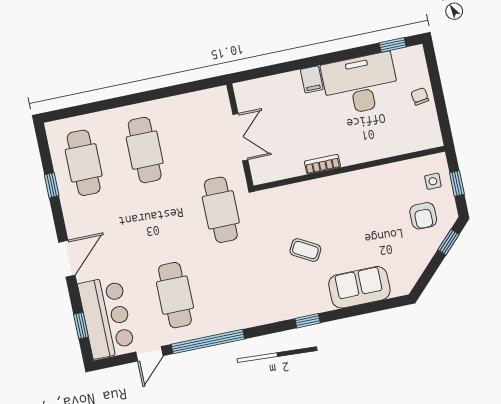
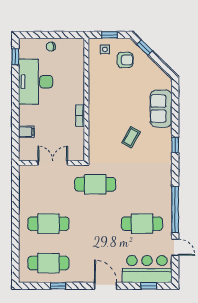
filing cabinet: (312, 79) -> (26, 132), moved

